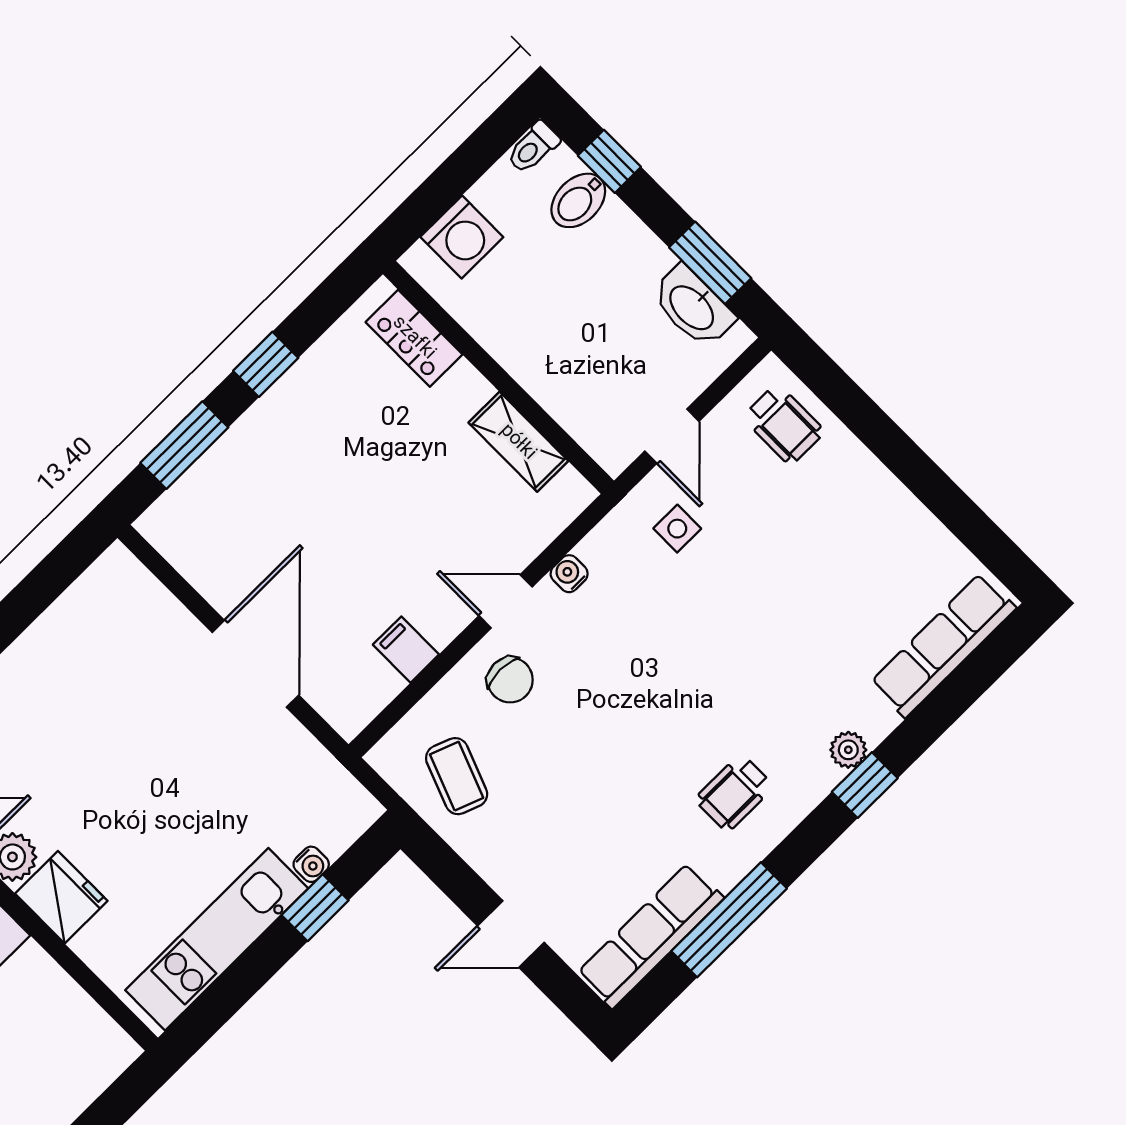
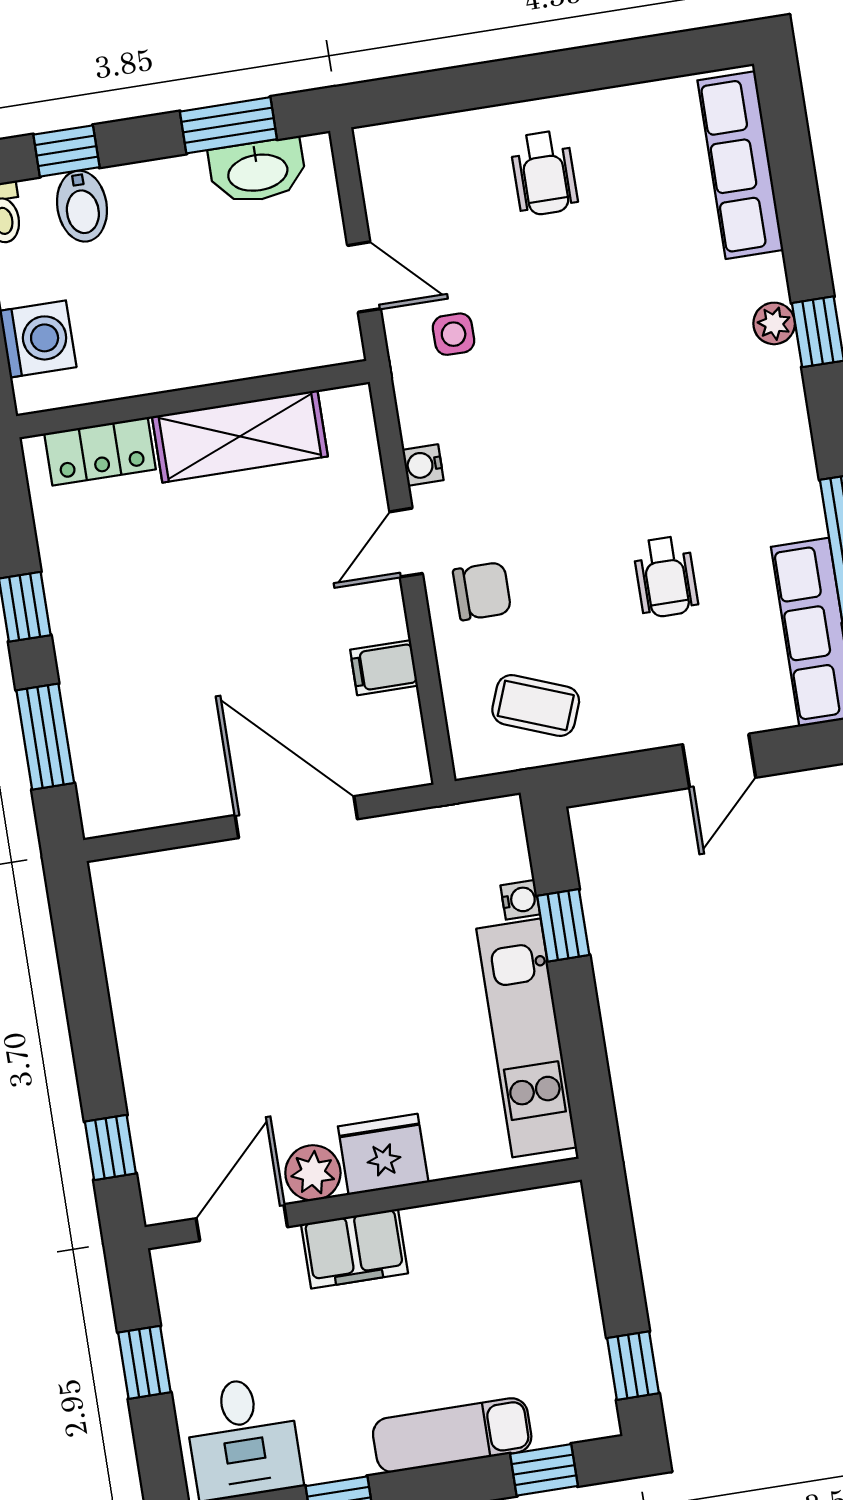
wheelchair: (784, 424) -> (544, 173), moved, turned 90
shelving: (518, 442) -> (240, 436), width x1.50, depth x1.33
wheelchair: (734, 793) -> (666, 577), moved

